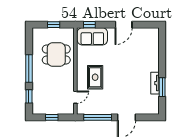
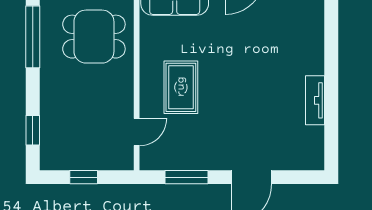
window: (29, 69) -> (33, 37), moved
window: (162, 87) -> (331, 110), removed
window: (98, 117) -> (186, 177), width x0.69

